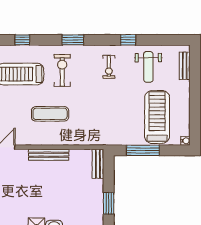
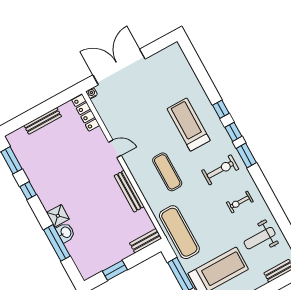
window: (128, 40) -> (233, 132), moved
exercise bike: (62, 70) -> (220, 170), moved
exercise mat: (106, 132) -> (179, 232), added

